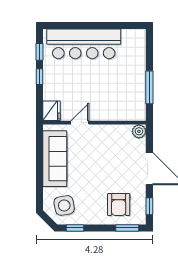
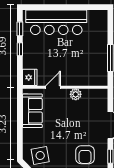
plant: (139, 131) -> (76, 94), moved
sofa: (55, 159) -> (32, 111), width x0.73

